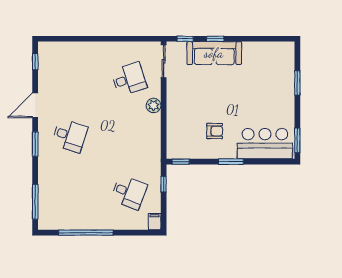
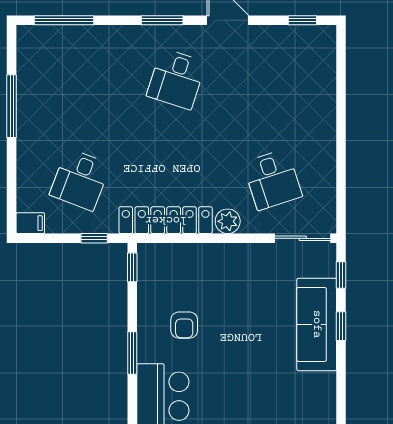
locker: (153, 142) -> (166, 220), added
window: (86, 233) -> (12, 106), width x0.68

